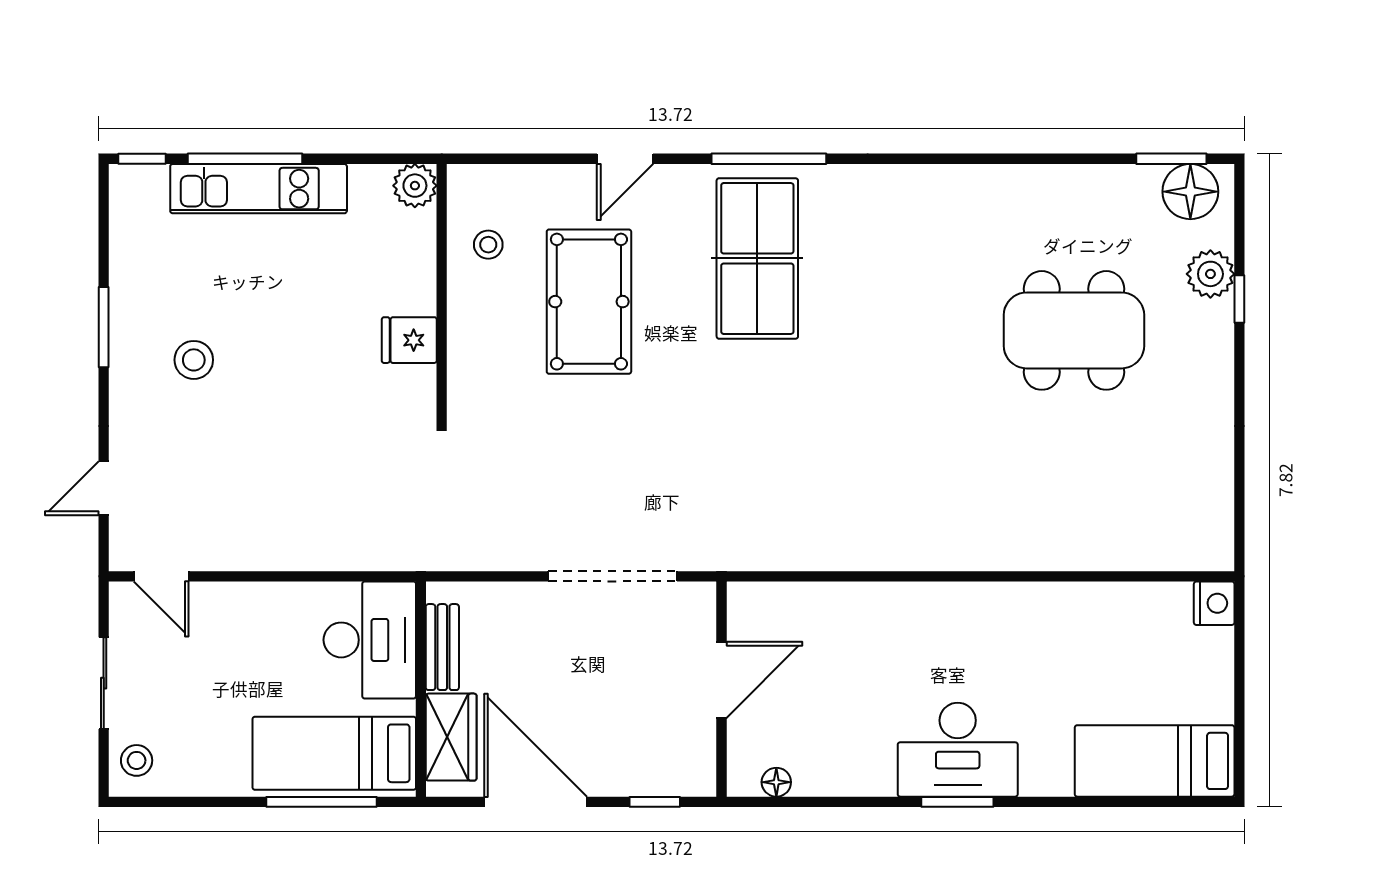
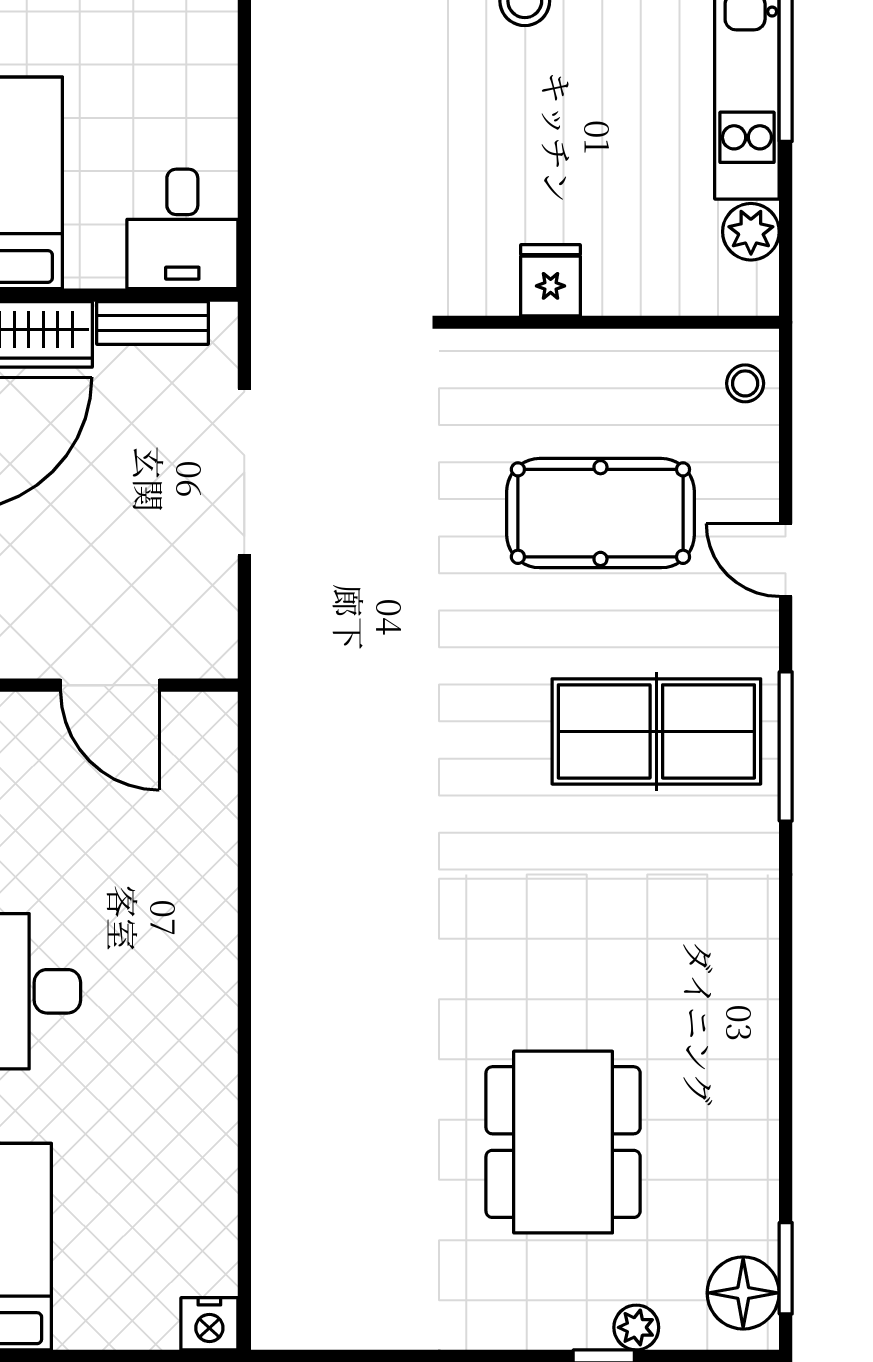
plant: (415, 186) -> (751, 232), moved
stool: (488, 245) -> (745, 383), moved
plant: (1210, 274) -> (636, 1327), width x0.73, depth x0.73
doorway: (613, 576) -> (244, 472), moved
desk: (370, 640) -> (182, 229), width x0.73

